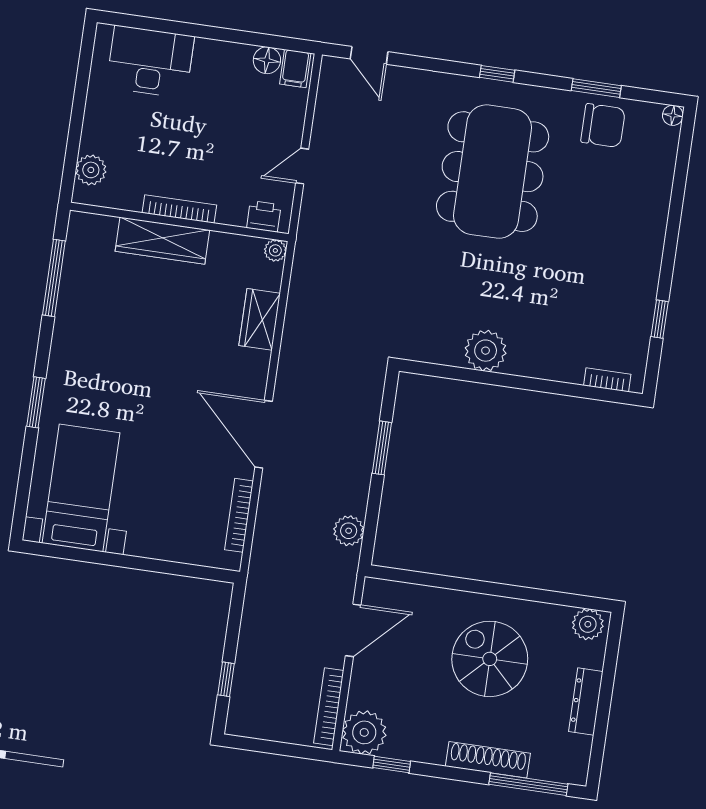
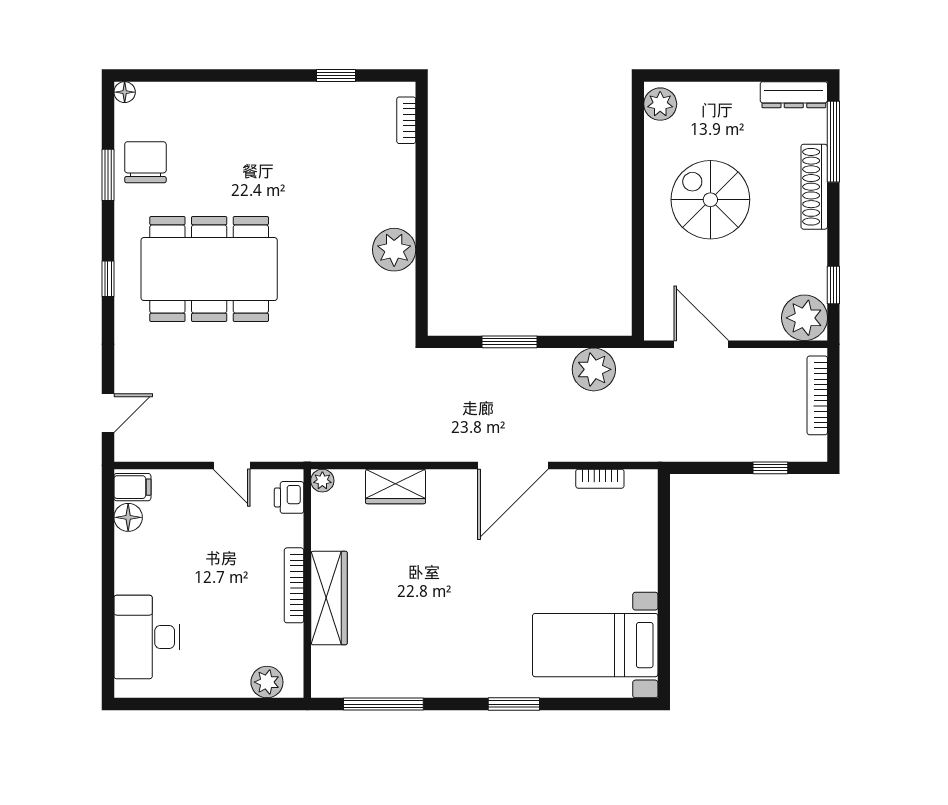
bookcase: (239, 515) -> (600, 479), width x0.64
plant: (349, 531) -> (594, 369), width x1.36, depth x1.36
spiral stairs: (490, 659) -> (710, 200), turned 90
dresser: (586, 701) -> (794, 95), moved
bookcase: (329, 707) -> (817, 395), moved, turned 90

